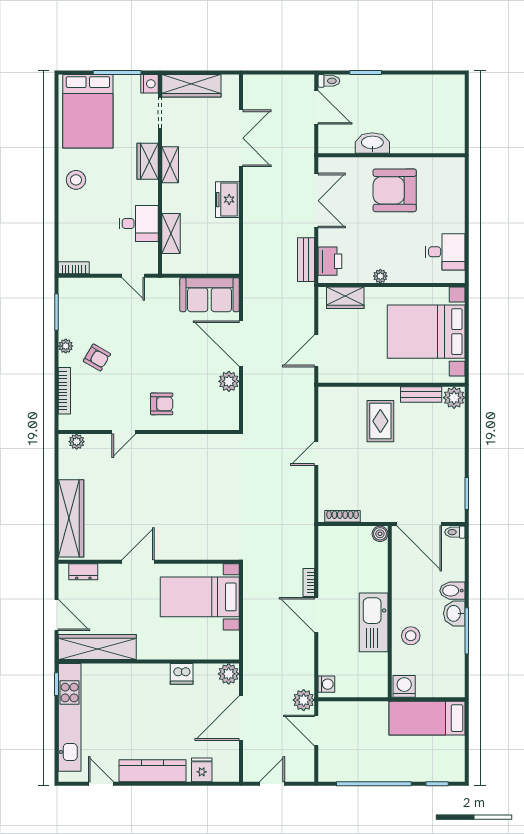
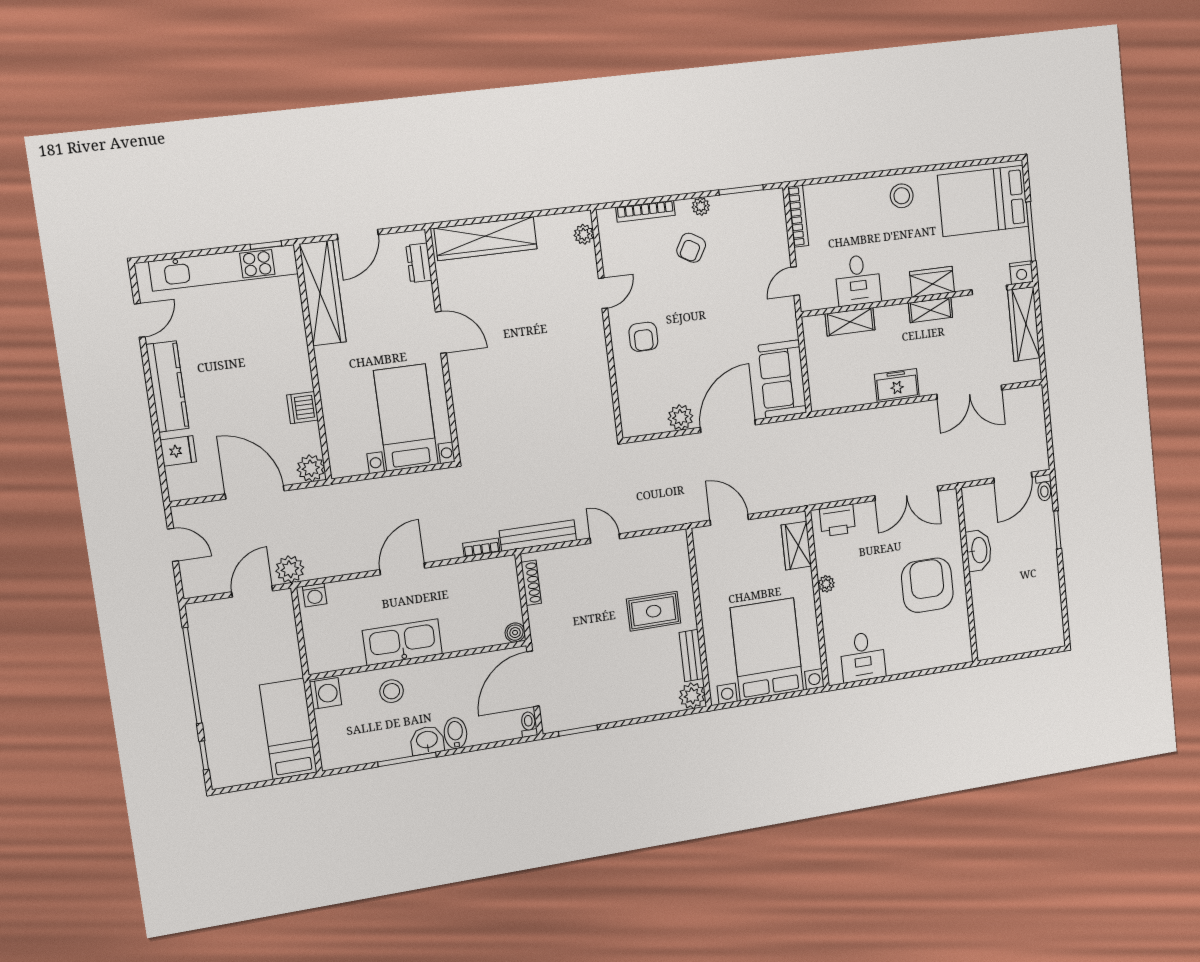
bench: (306, 260) -> (538, 536), moved, width x1.36
bookcase: (74, 268) -> (798, 216), width x1.56
door: (124, 432) -> (603, 293), swing flipped
bookcase: (309, 583) -> (481, 547), moved

